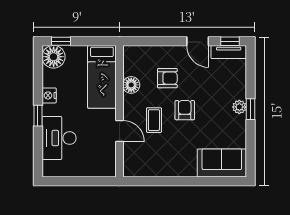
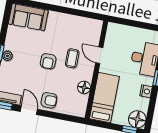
armchair: (167, 78) -> (49, 100), moved, turned 180

